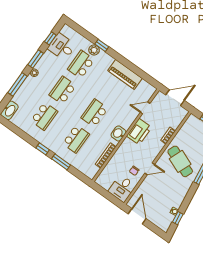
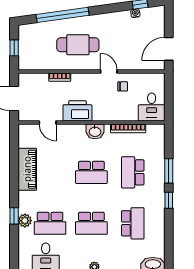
school desk: (44, 116) -> (133, 223), turned 90
school desk: (76, 139) -> (133, 172), turned -90
cafe table: (180, 161) -> (78, 45), turned 68
desk: (122, 188) -> (152, 107), moved, turned 90

